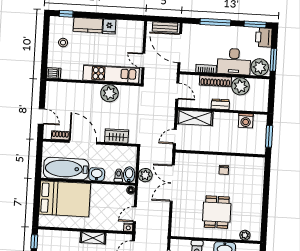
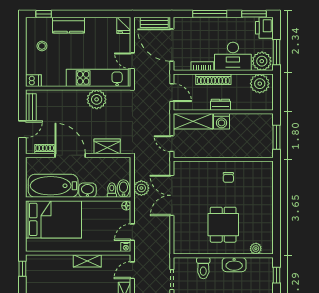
fridge: (109, 27) -> (124, 25), moved
plant: (240, 86) -> (260, 84), moved
bench: (50, 97) -> (31, 107), added
door: (41, 116) -> (22, 129), hinge flipped
washing machine: (246, 121) -> (222, 121), moved
door: (175, 137) -> (172, 144), hinge flipped

